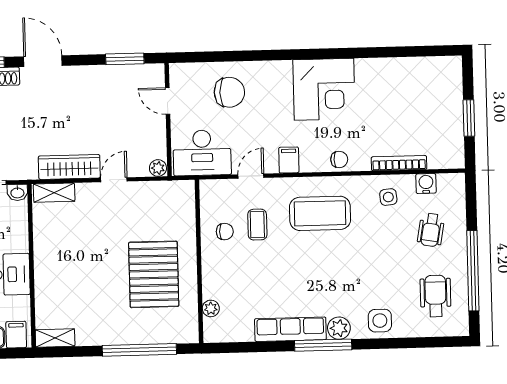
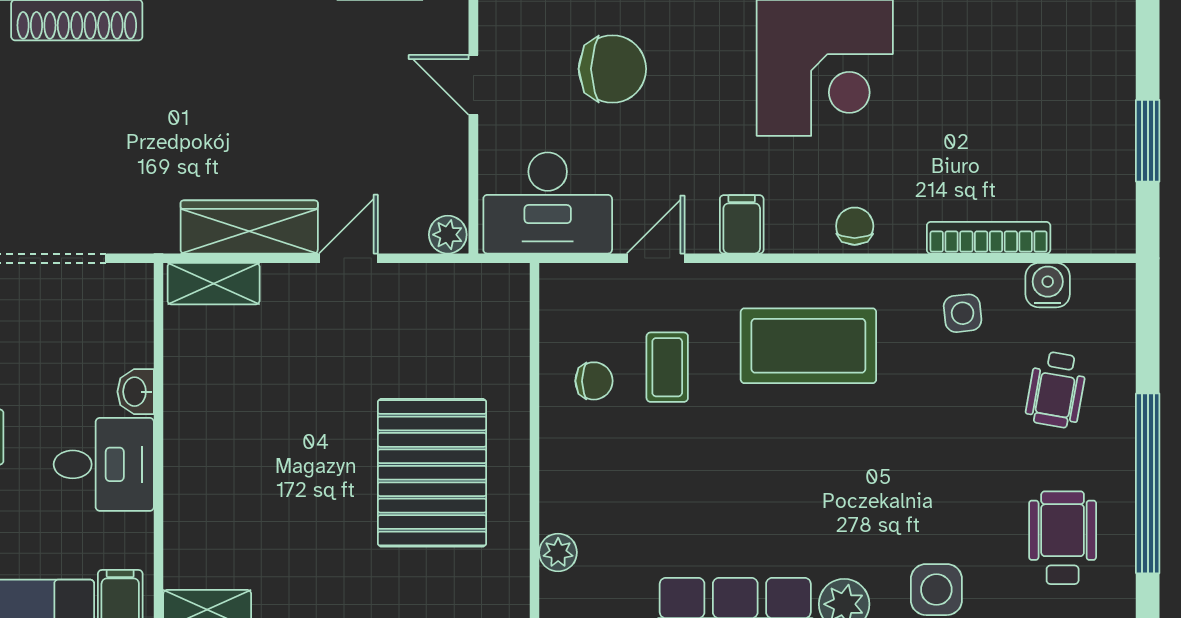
chair: (339, 159) -> (855, 226), turned -90
washbasin: (17, 192) -> (136, 392), moved, turned 90

